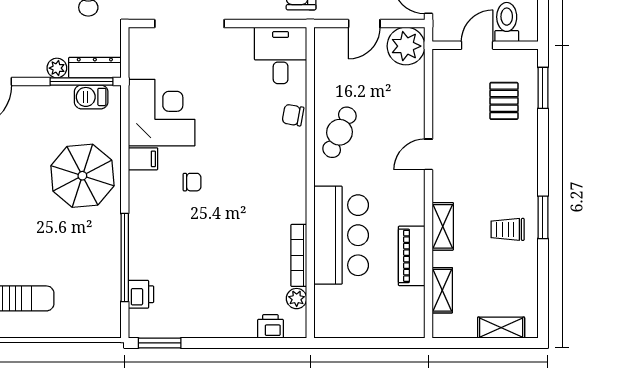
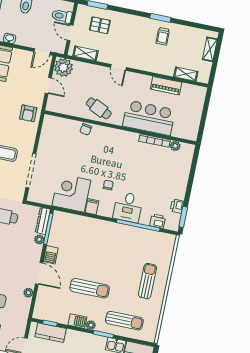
desk: (281, 55) -> (128, 207), moved, turned -90
barbecue: (91, 97) -> (51, 255), moved
parasol: (82, 176) -> (94, 238), removed
shelving: (443, 226) -> (86, 53), moved
printer: (270, 326) -> (177, 206), moved

